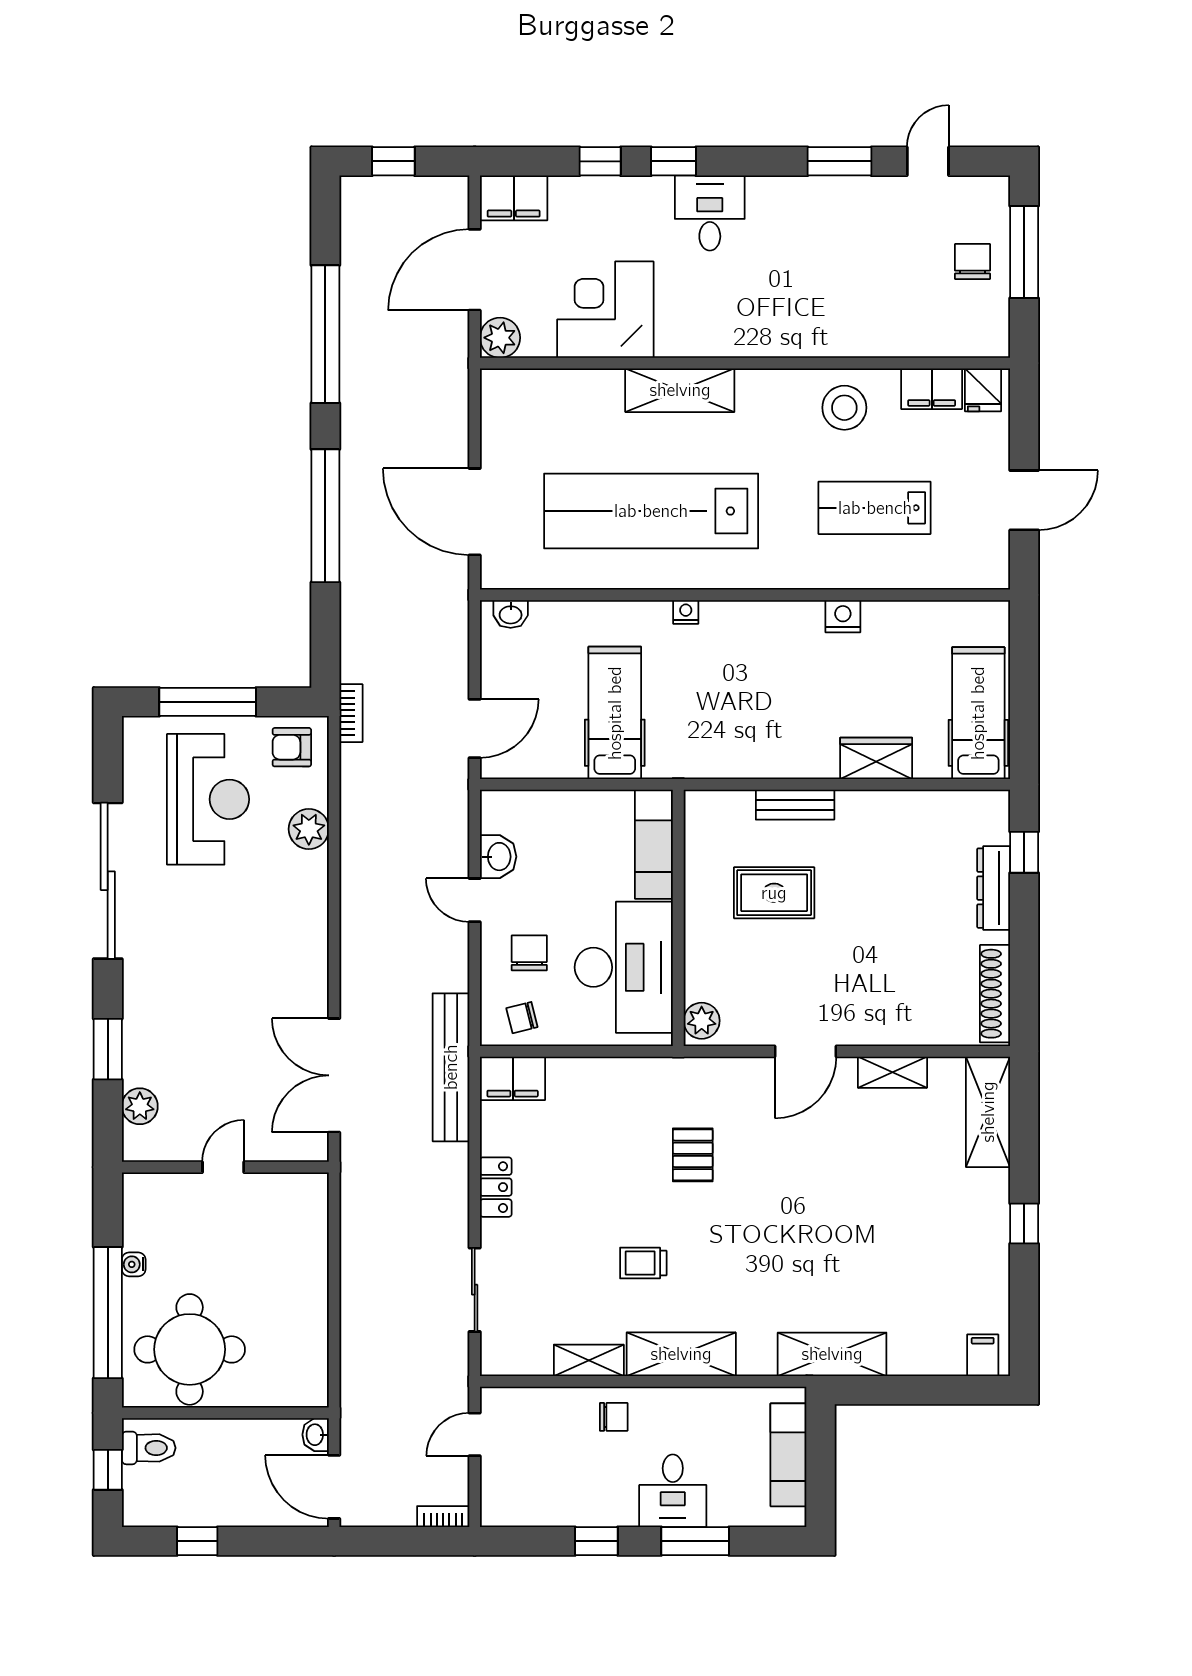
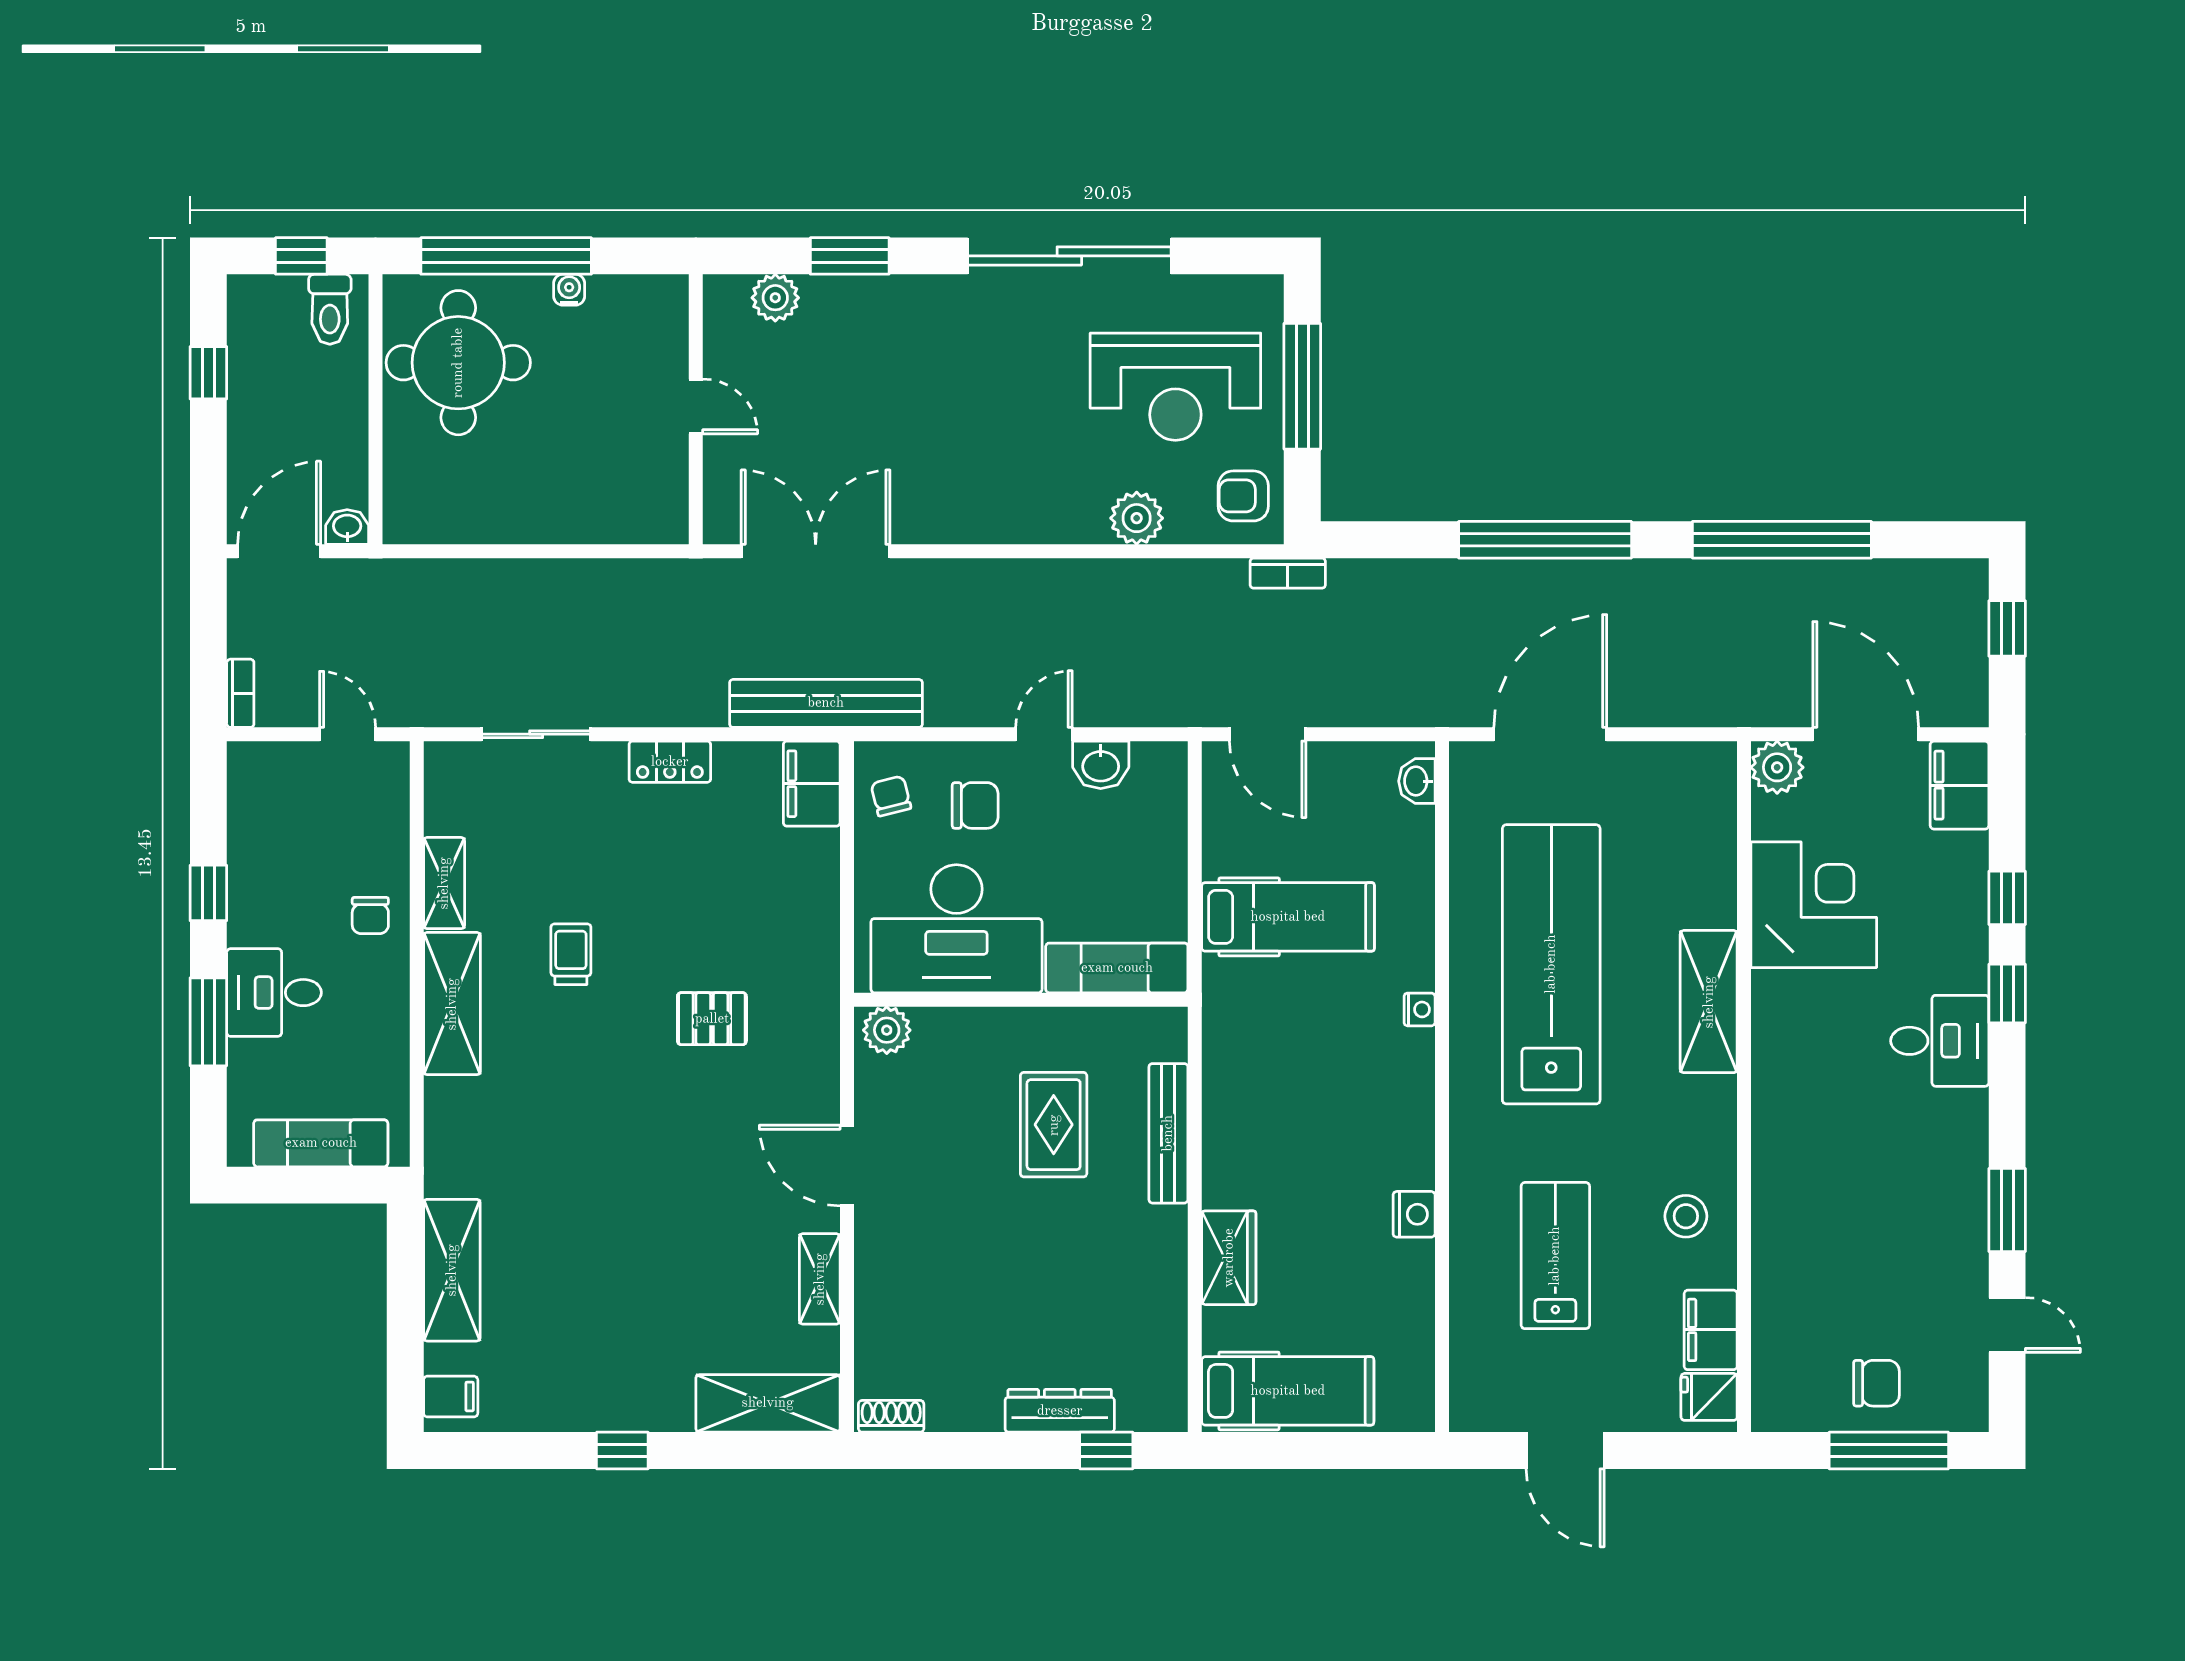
stool: (844, 408) -> (1686, 1216), width x0.73, depth x0.73
armchair: (292, 747) -> (1243, 496), turned -90
bench: (795, 805) -> (1168, 1133), width x1.36
shoe rack: (995, 994) -> (891, 1416), width x0.51, depth x0.81
shelving: (832, 1354) -> (452, 1270), moved

